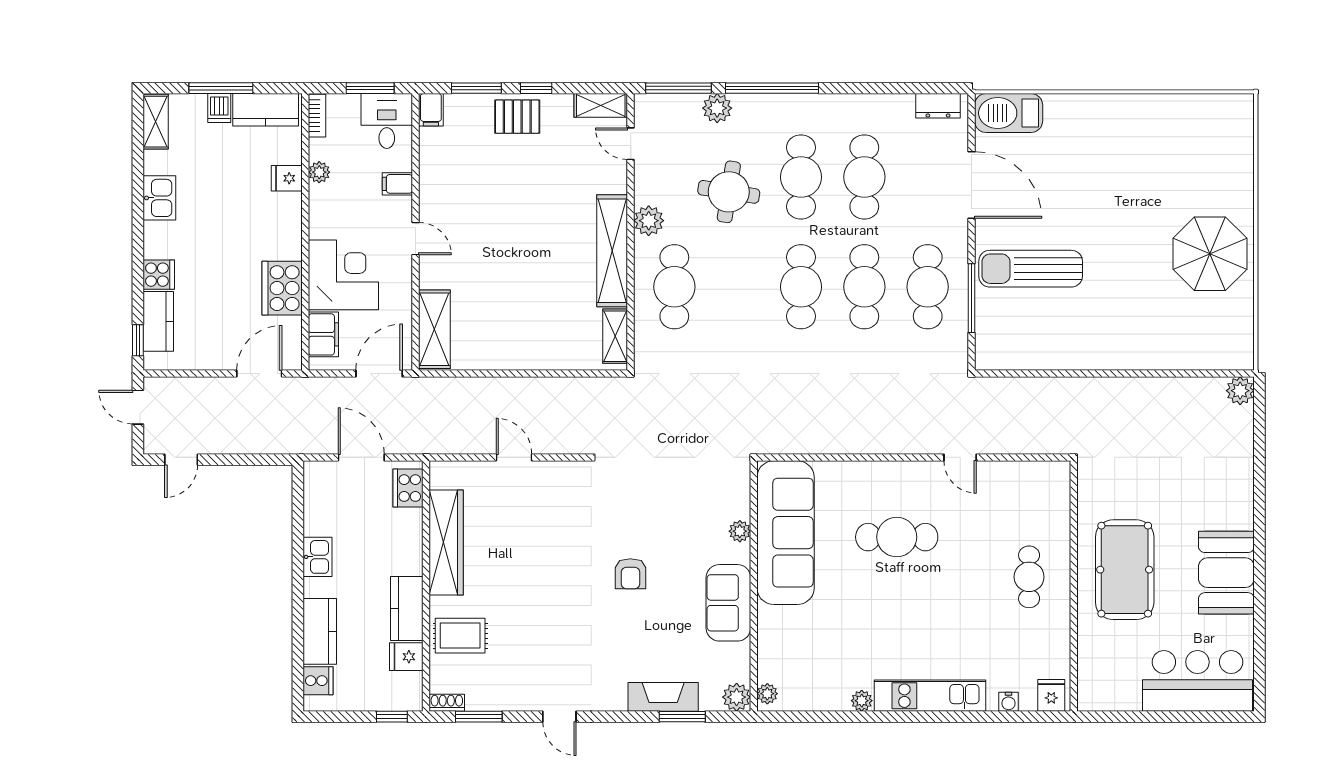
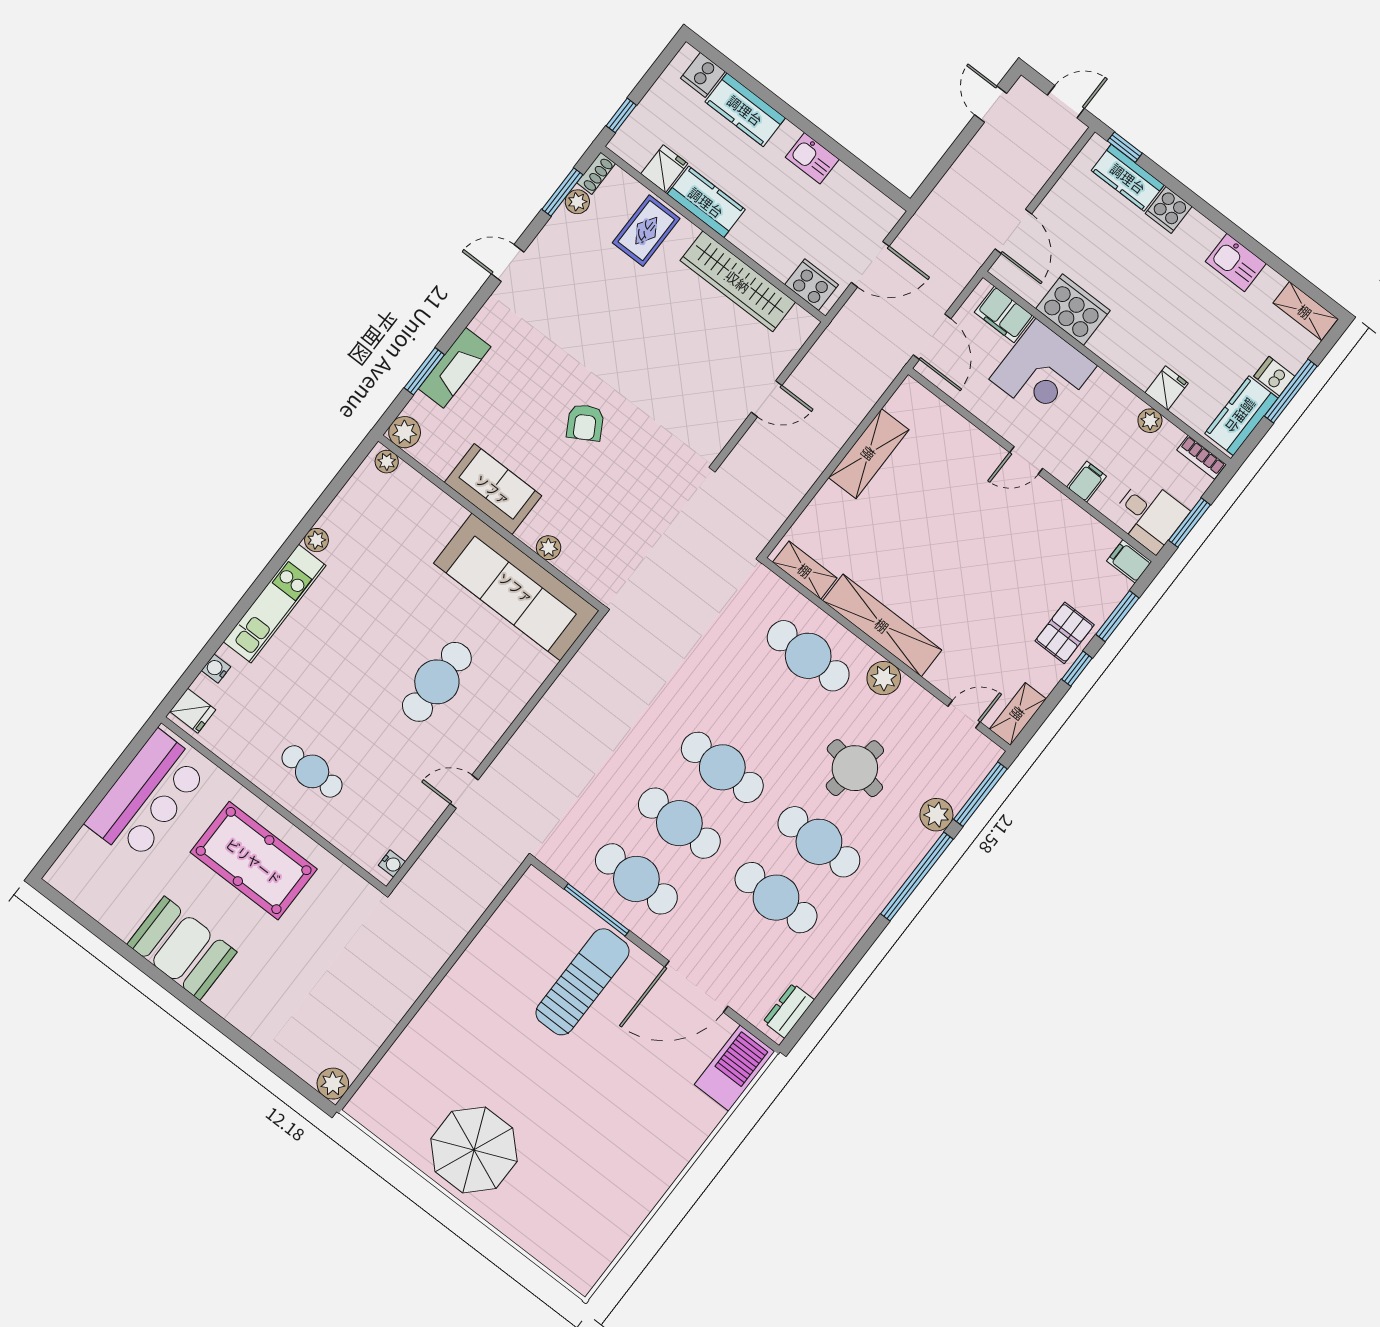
shelving: (434, 329) -> (869, 454), moved, turned 90
water cooler: (1051, 469) -> (392, 863), added
armchair: (630, 574) -> (585, 423), turned -120
bar counter: (1197, 681) -> (147, 796), moved
plant: (477, 700) -> (577, 202), added

